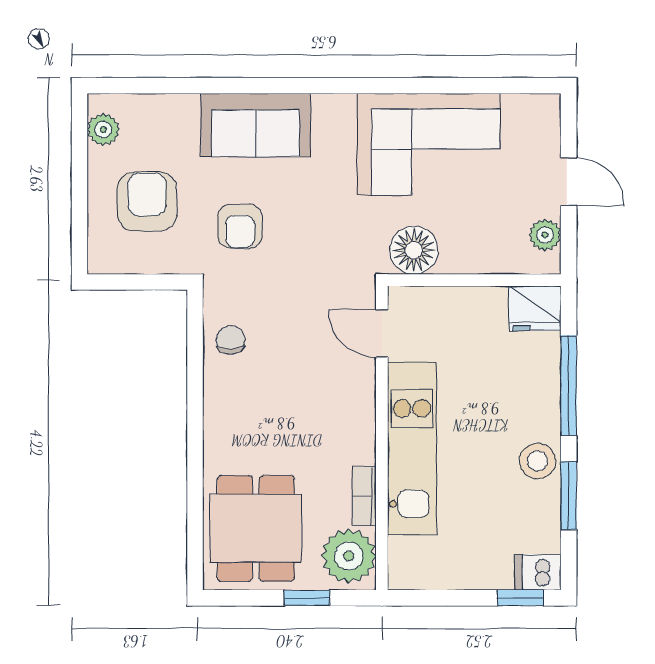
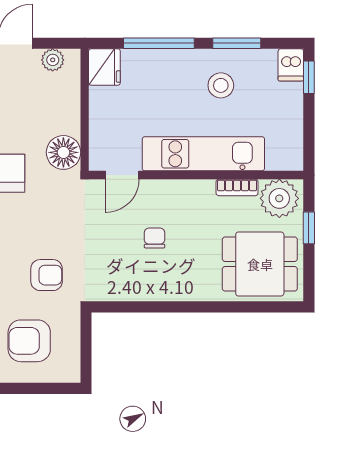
chair: (231, 340) -> (155, 238), moved, turned 90
stool: (537, 461) -> (221, 85), moved

